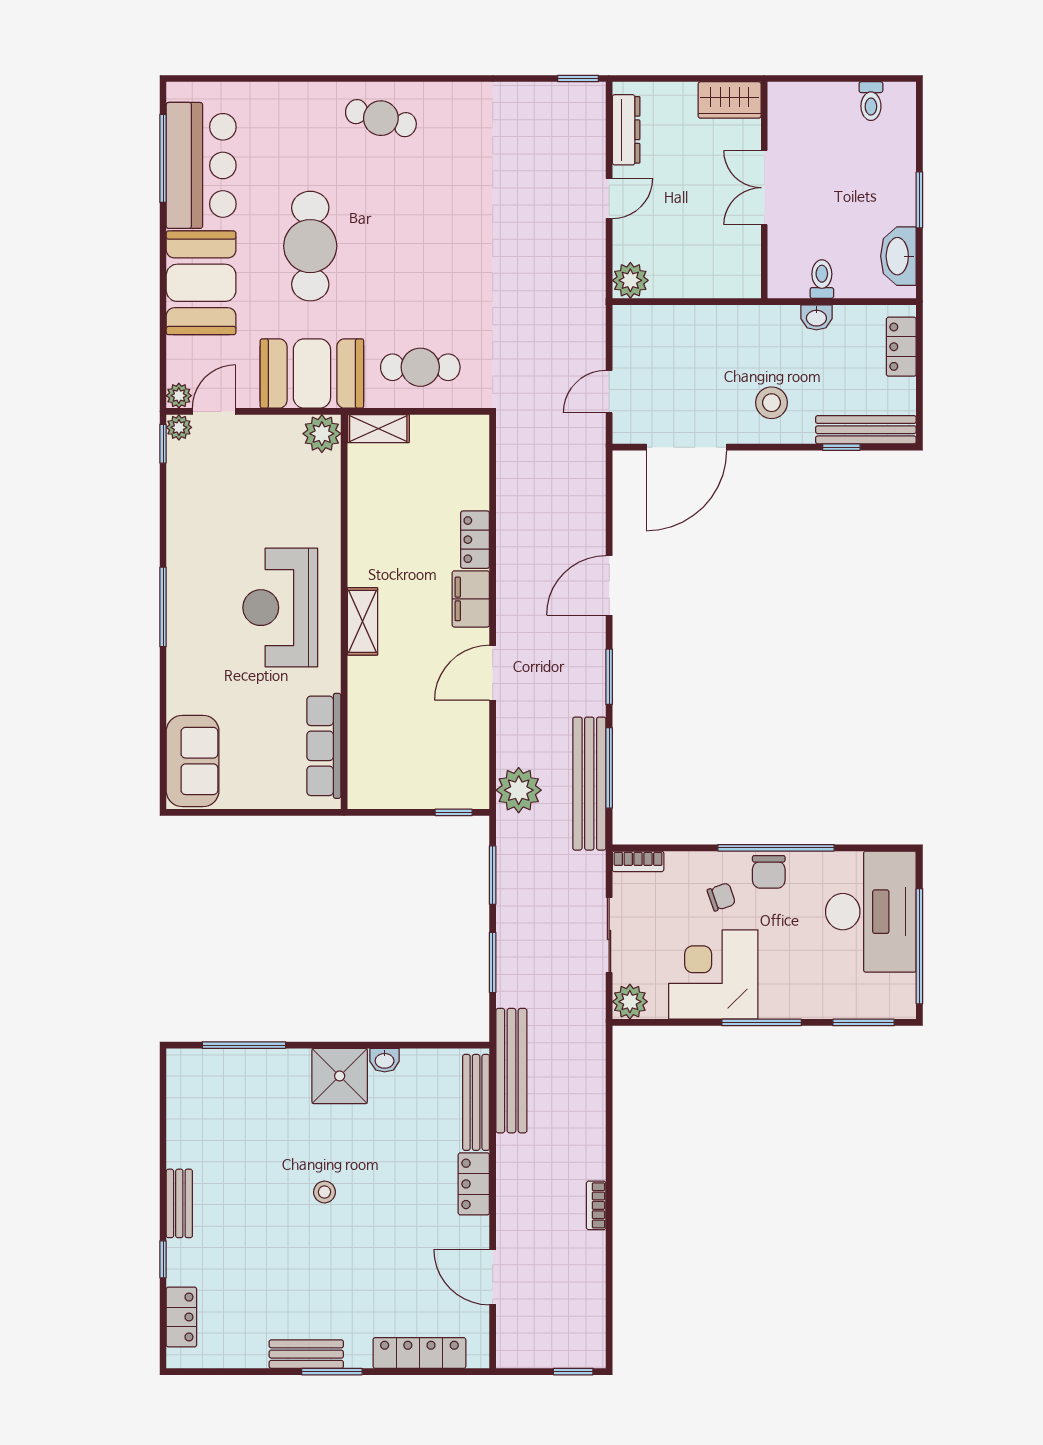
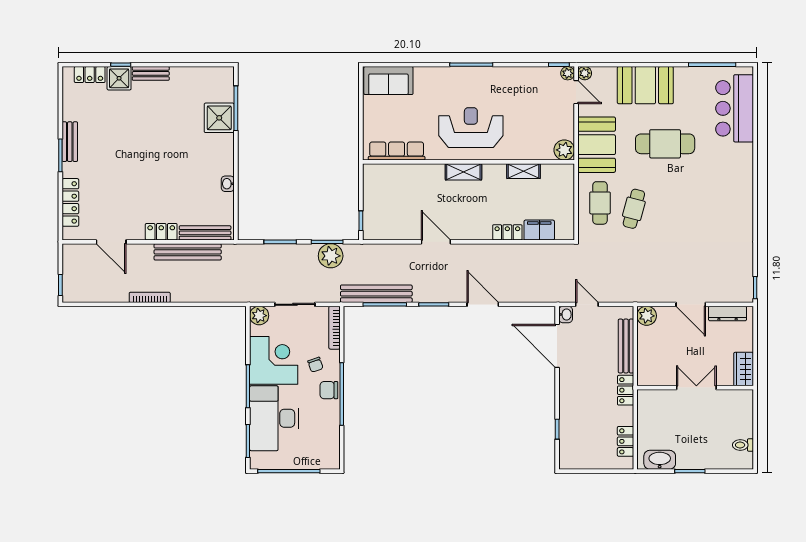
cafe table: (381, 118) -> (634, 209), moved
bar counter: (201, 165) -> (735, 108), moved, turned 90
door: (609, 198) -> (691, 304), width x1.38
toilet: (822, 279) -> (647, 419), removed
washbasin: (816, 317) -> (566, 314), moved, turned 180
locker: (769, 320) -> (626, 390), added
locker: (901, 347) -> (626, 441), moved, turned -90
stool: (772, 403) -> (581, 392), removed
shelving: (378, 429) -> (523, 171), moved, turned 90
bench: (866, 430) -> (626, 346), moved
filing cabinet: (471, 599) -> (539, 230), moved
plant: (519, 790) -> (331, 256), moved
bookcase: (638, 861) -> (334, 328), width x1.56
desk: (871, 912) -> (274, 418), moved, turned 90
bench: (511, 1071) -> (188, 252), moved
shower: (340, 1076) -> (219, 118), moved
stool: (324, 1192) -> (157, 151), removed
bookcase: (596, 1205) -> (150, 297), width x1.56
shower: (188, 1262) -> (119, 78), added
door: (493, 1277) -> (111, 242), swing flipped

